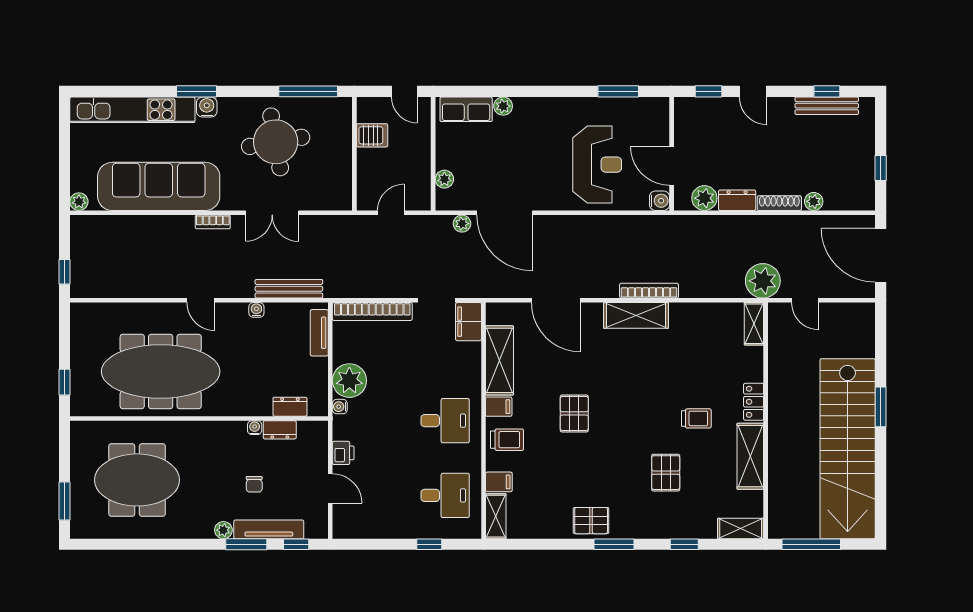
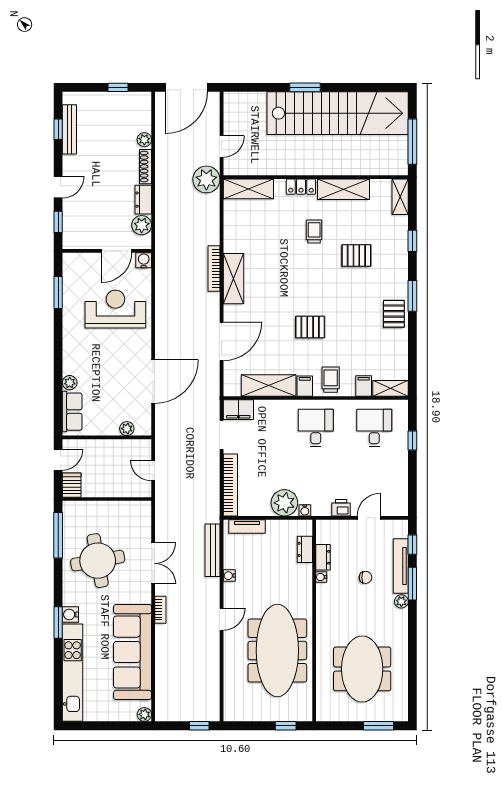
server rack: (372, 135) -> (72, 485), moved
plant: (462, 224) -> (162, 415), removed
shelving: (754, 324) -> (248, 189), width x1.50, depth x1.33

